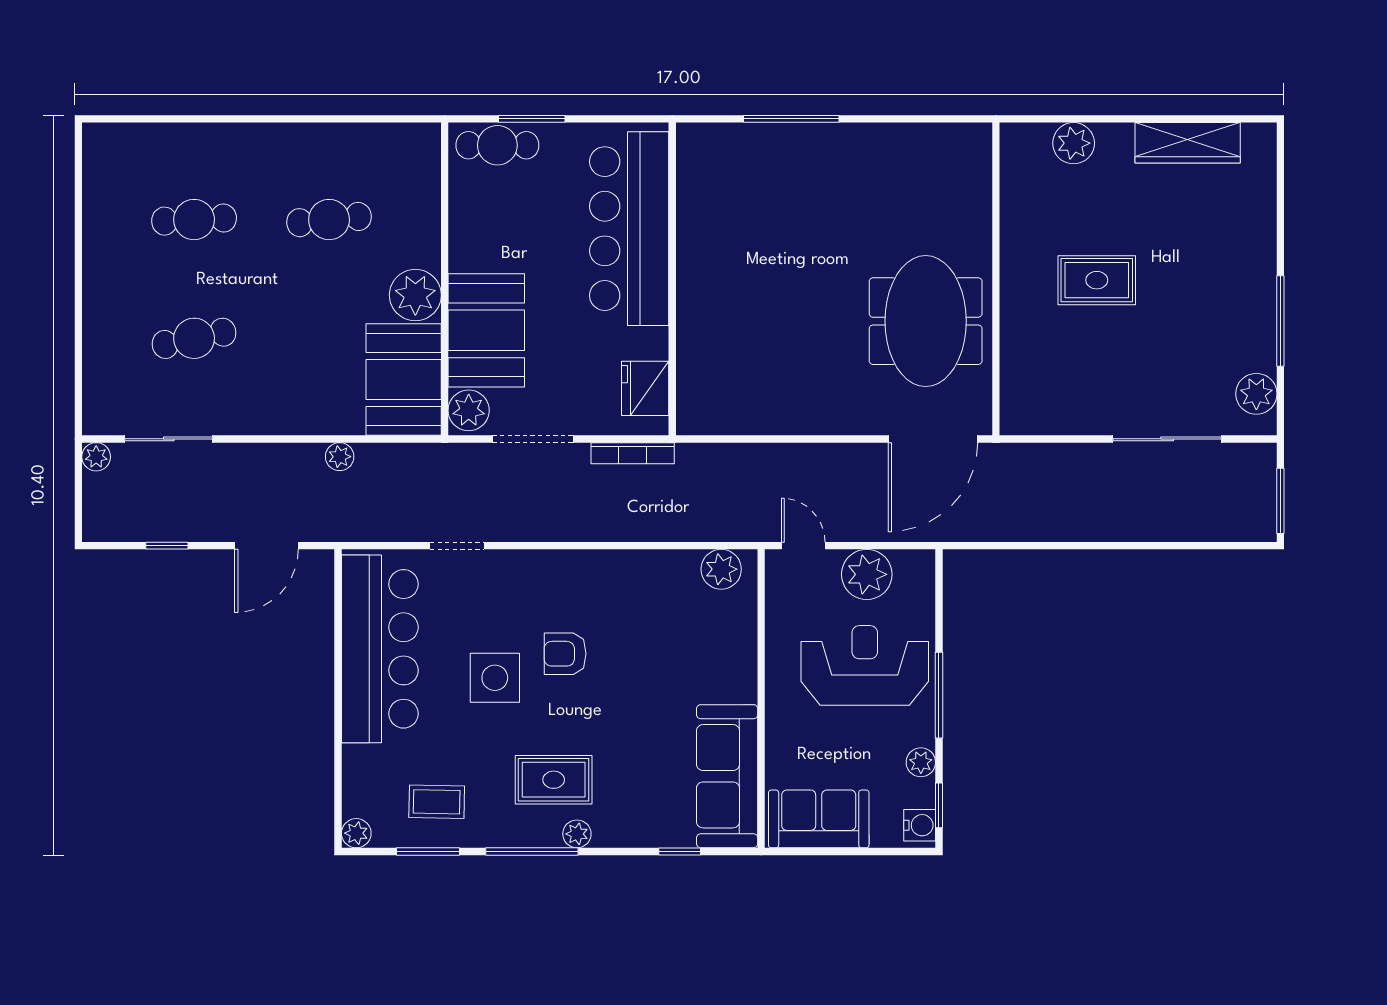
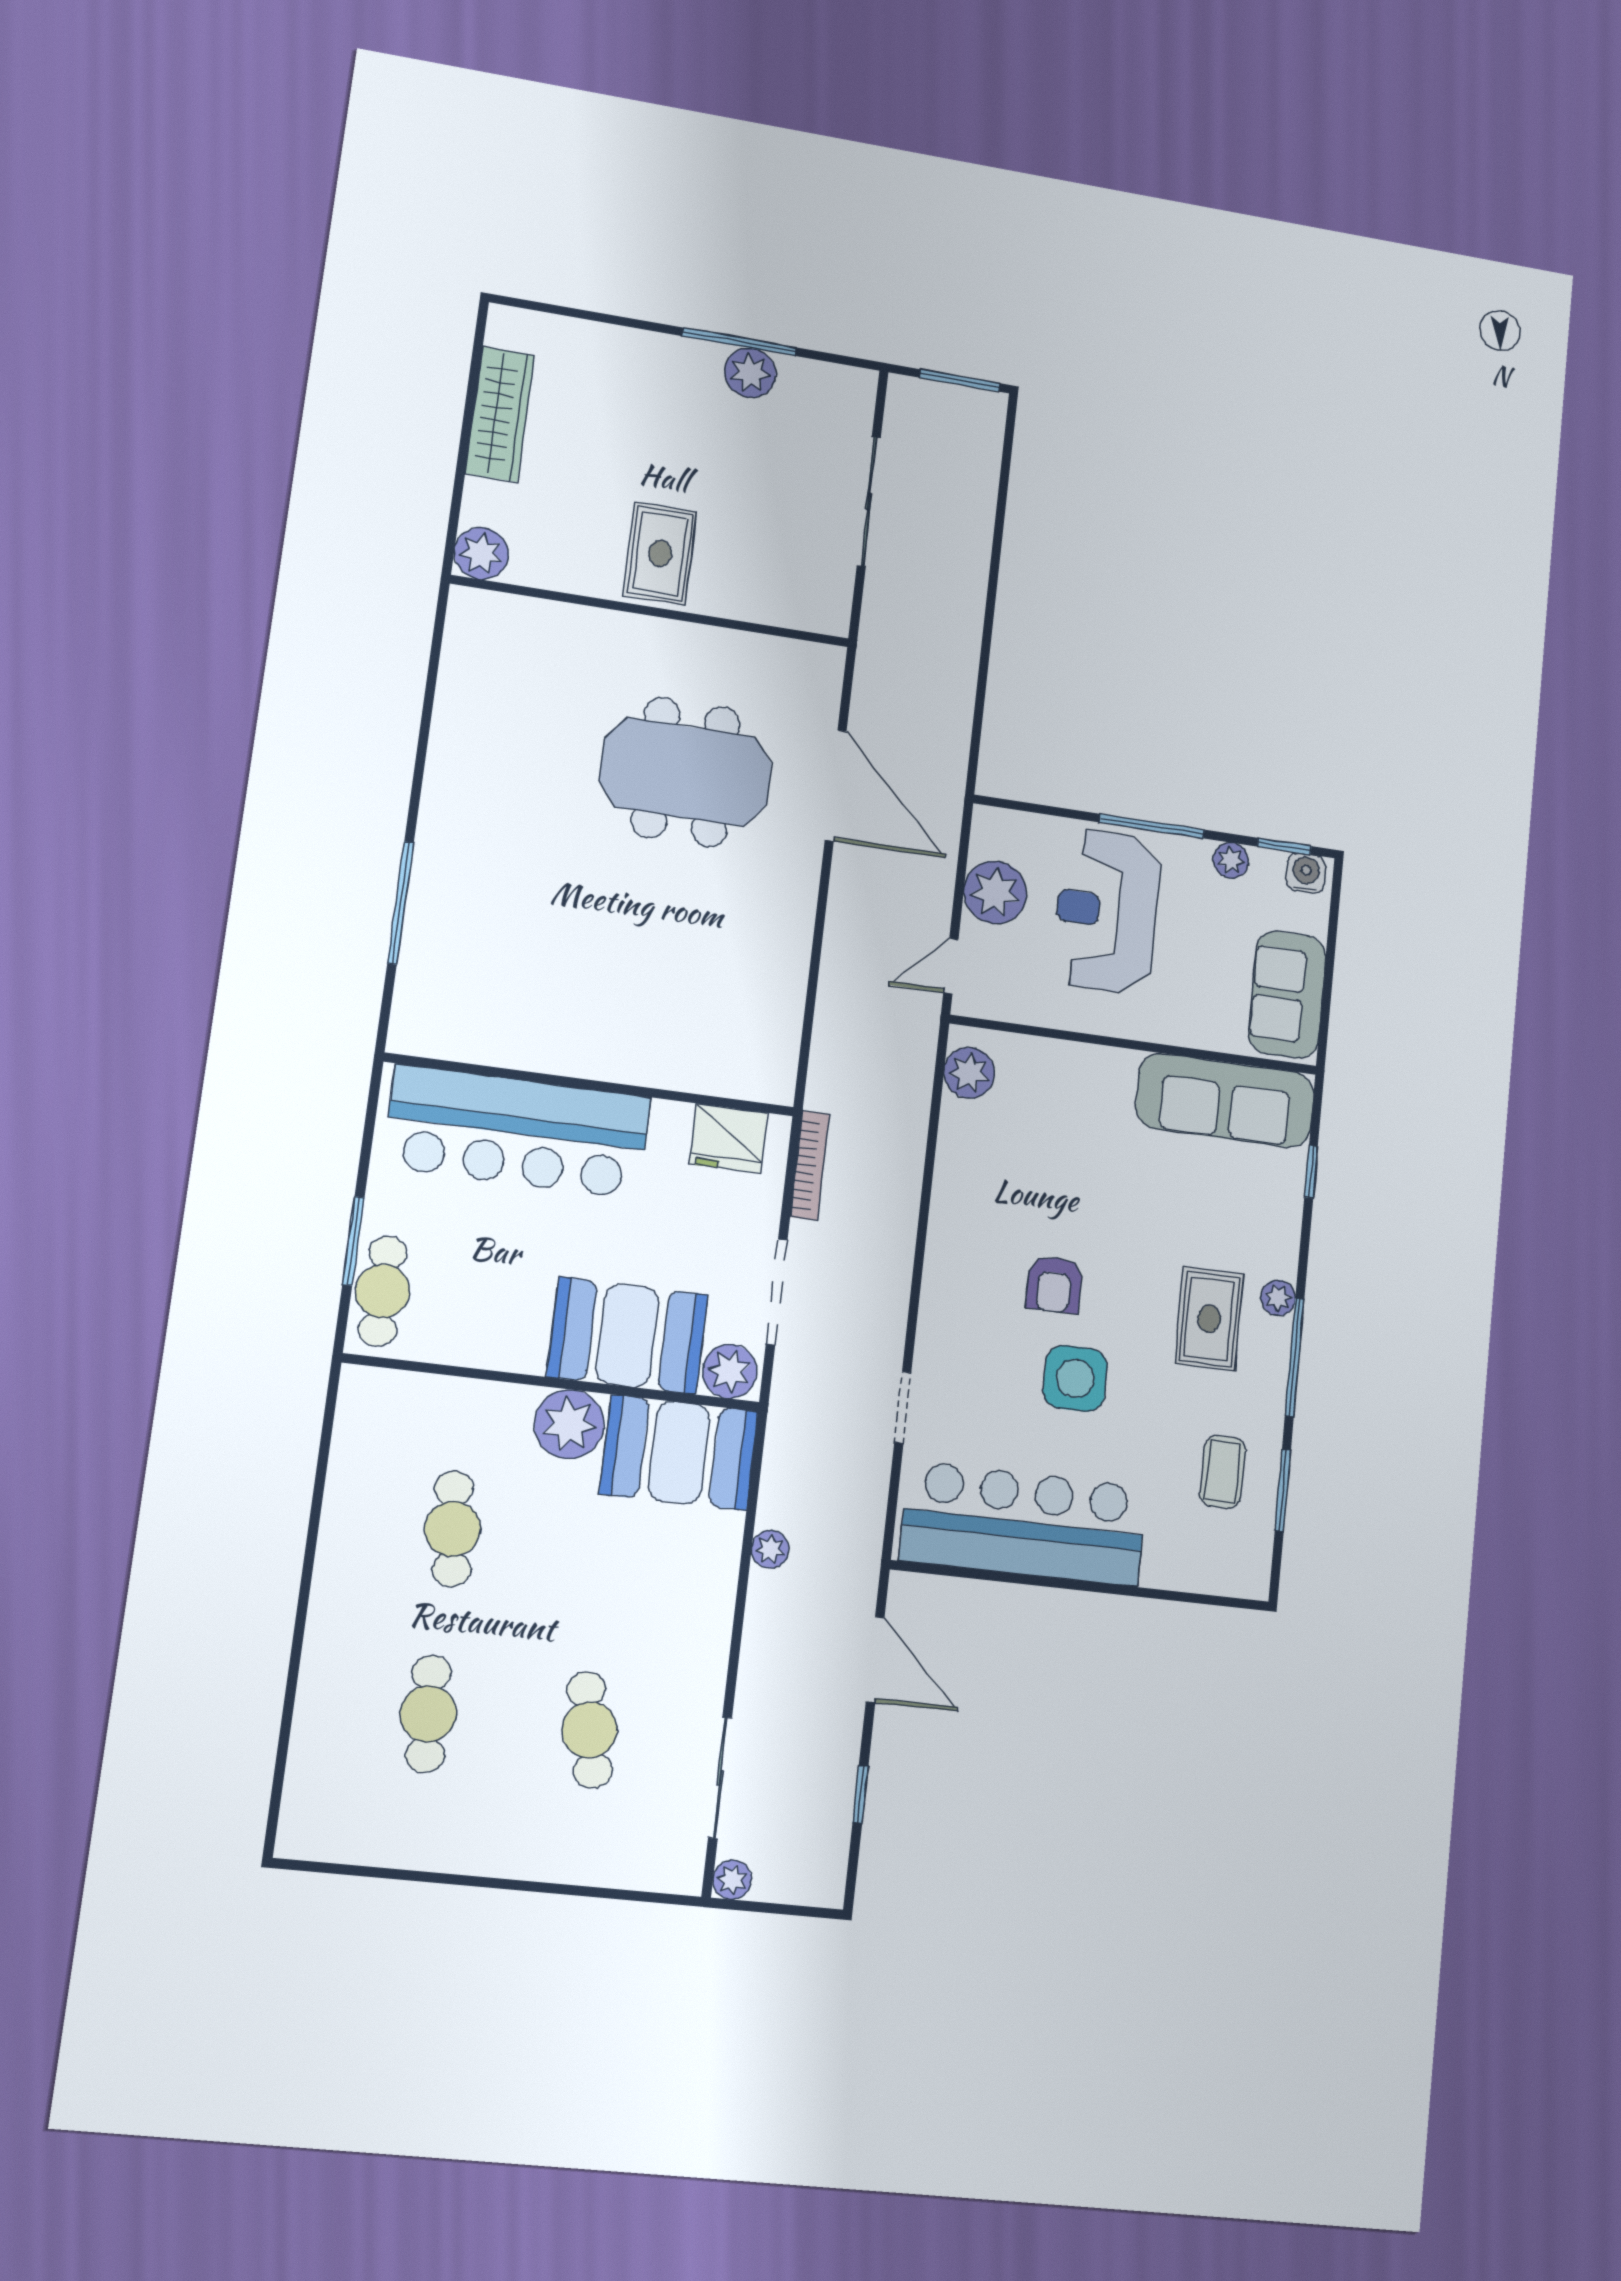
wall: (996, 279) -> (651, 611), moved
plant: (1256, 394) -> (750, 373), moved
plant: (356, 833) -> (1252, 1580), removed

